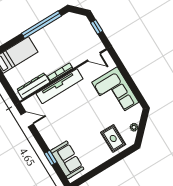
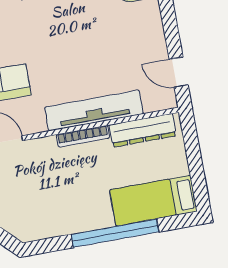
window: (41, 25) -> (115, 233), moved

